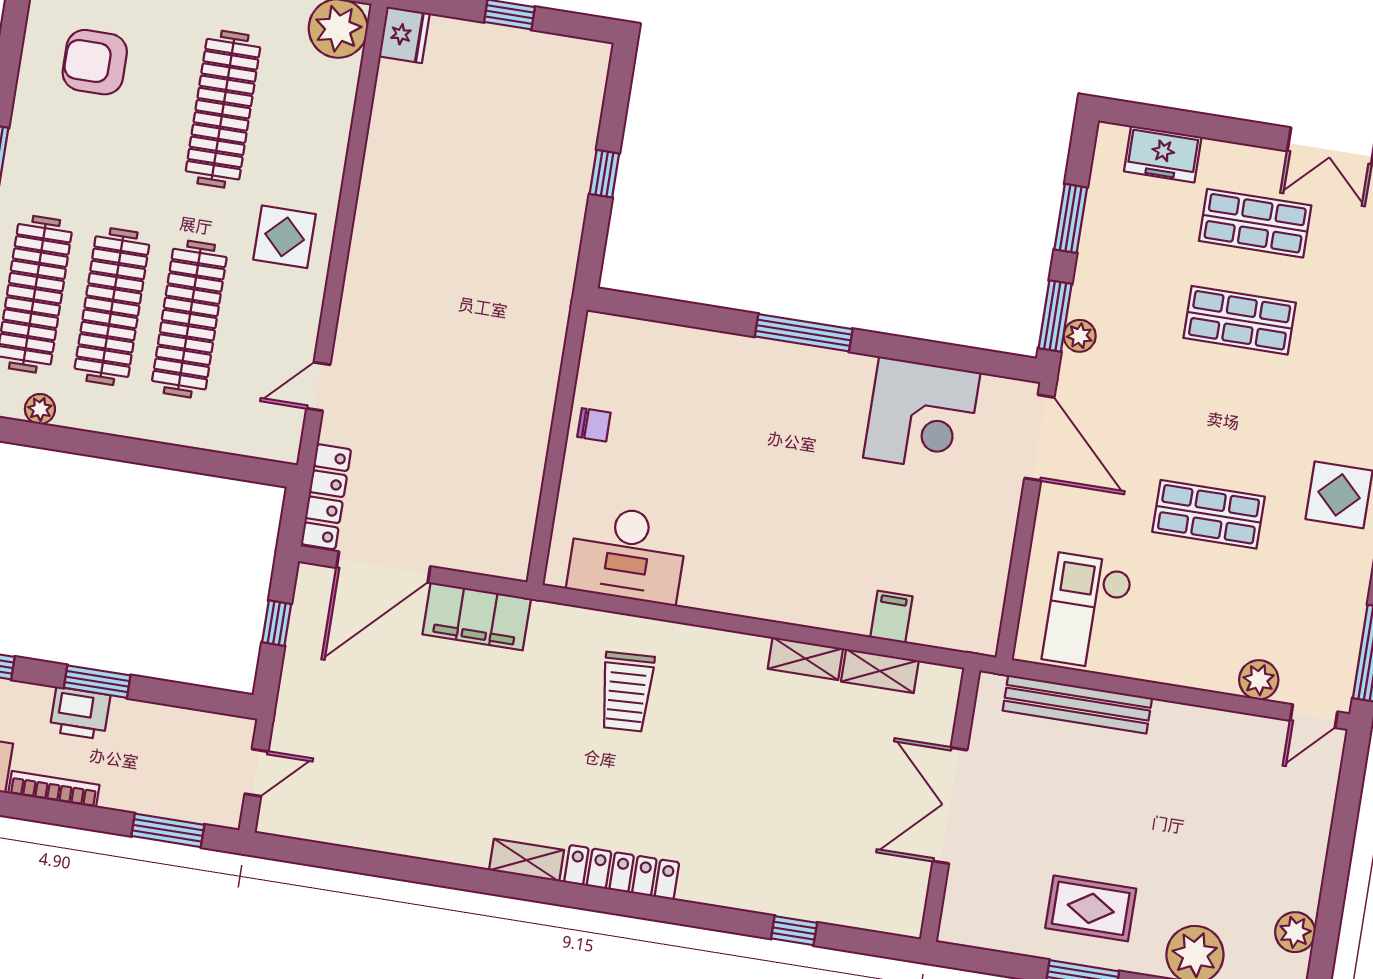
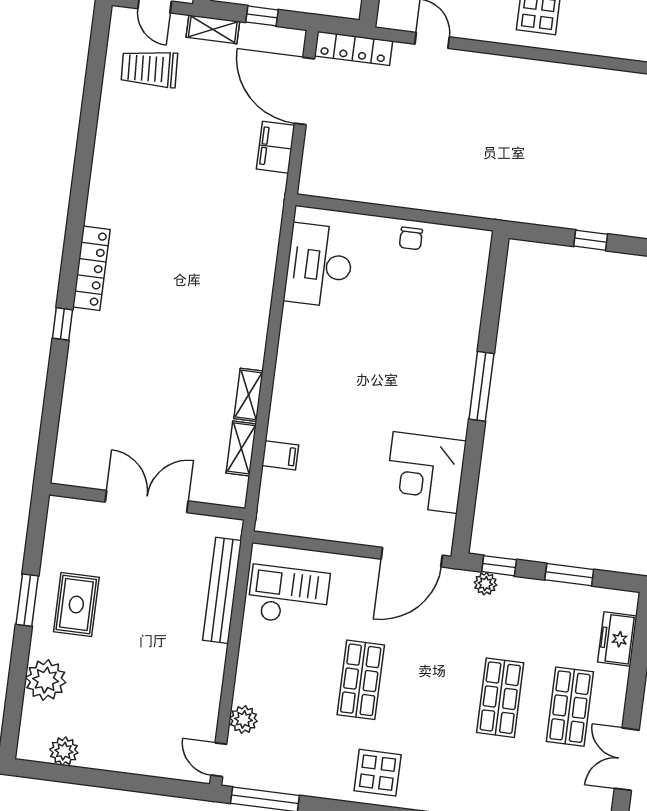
window: (1055, 316) -> (499, 566), width x0.67
filing cabinet: (477, 616) -> (276, 147), width x0.67, depth x0.86
trolley: (627, 692) -> (149, 69), moved
shelving: (527, 860) -> (213, 29), moved, turned 90
window: (794, 931) -> (63, 324), moved

